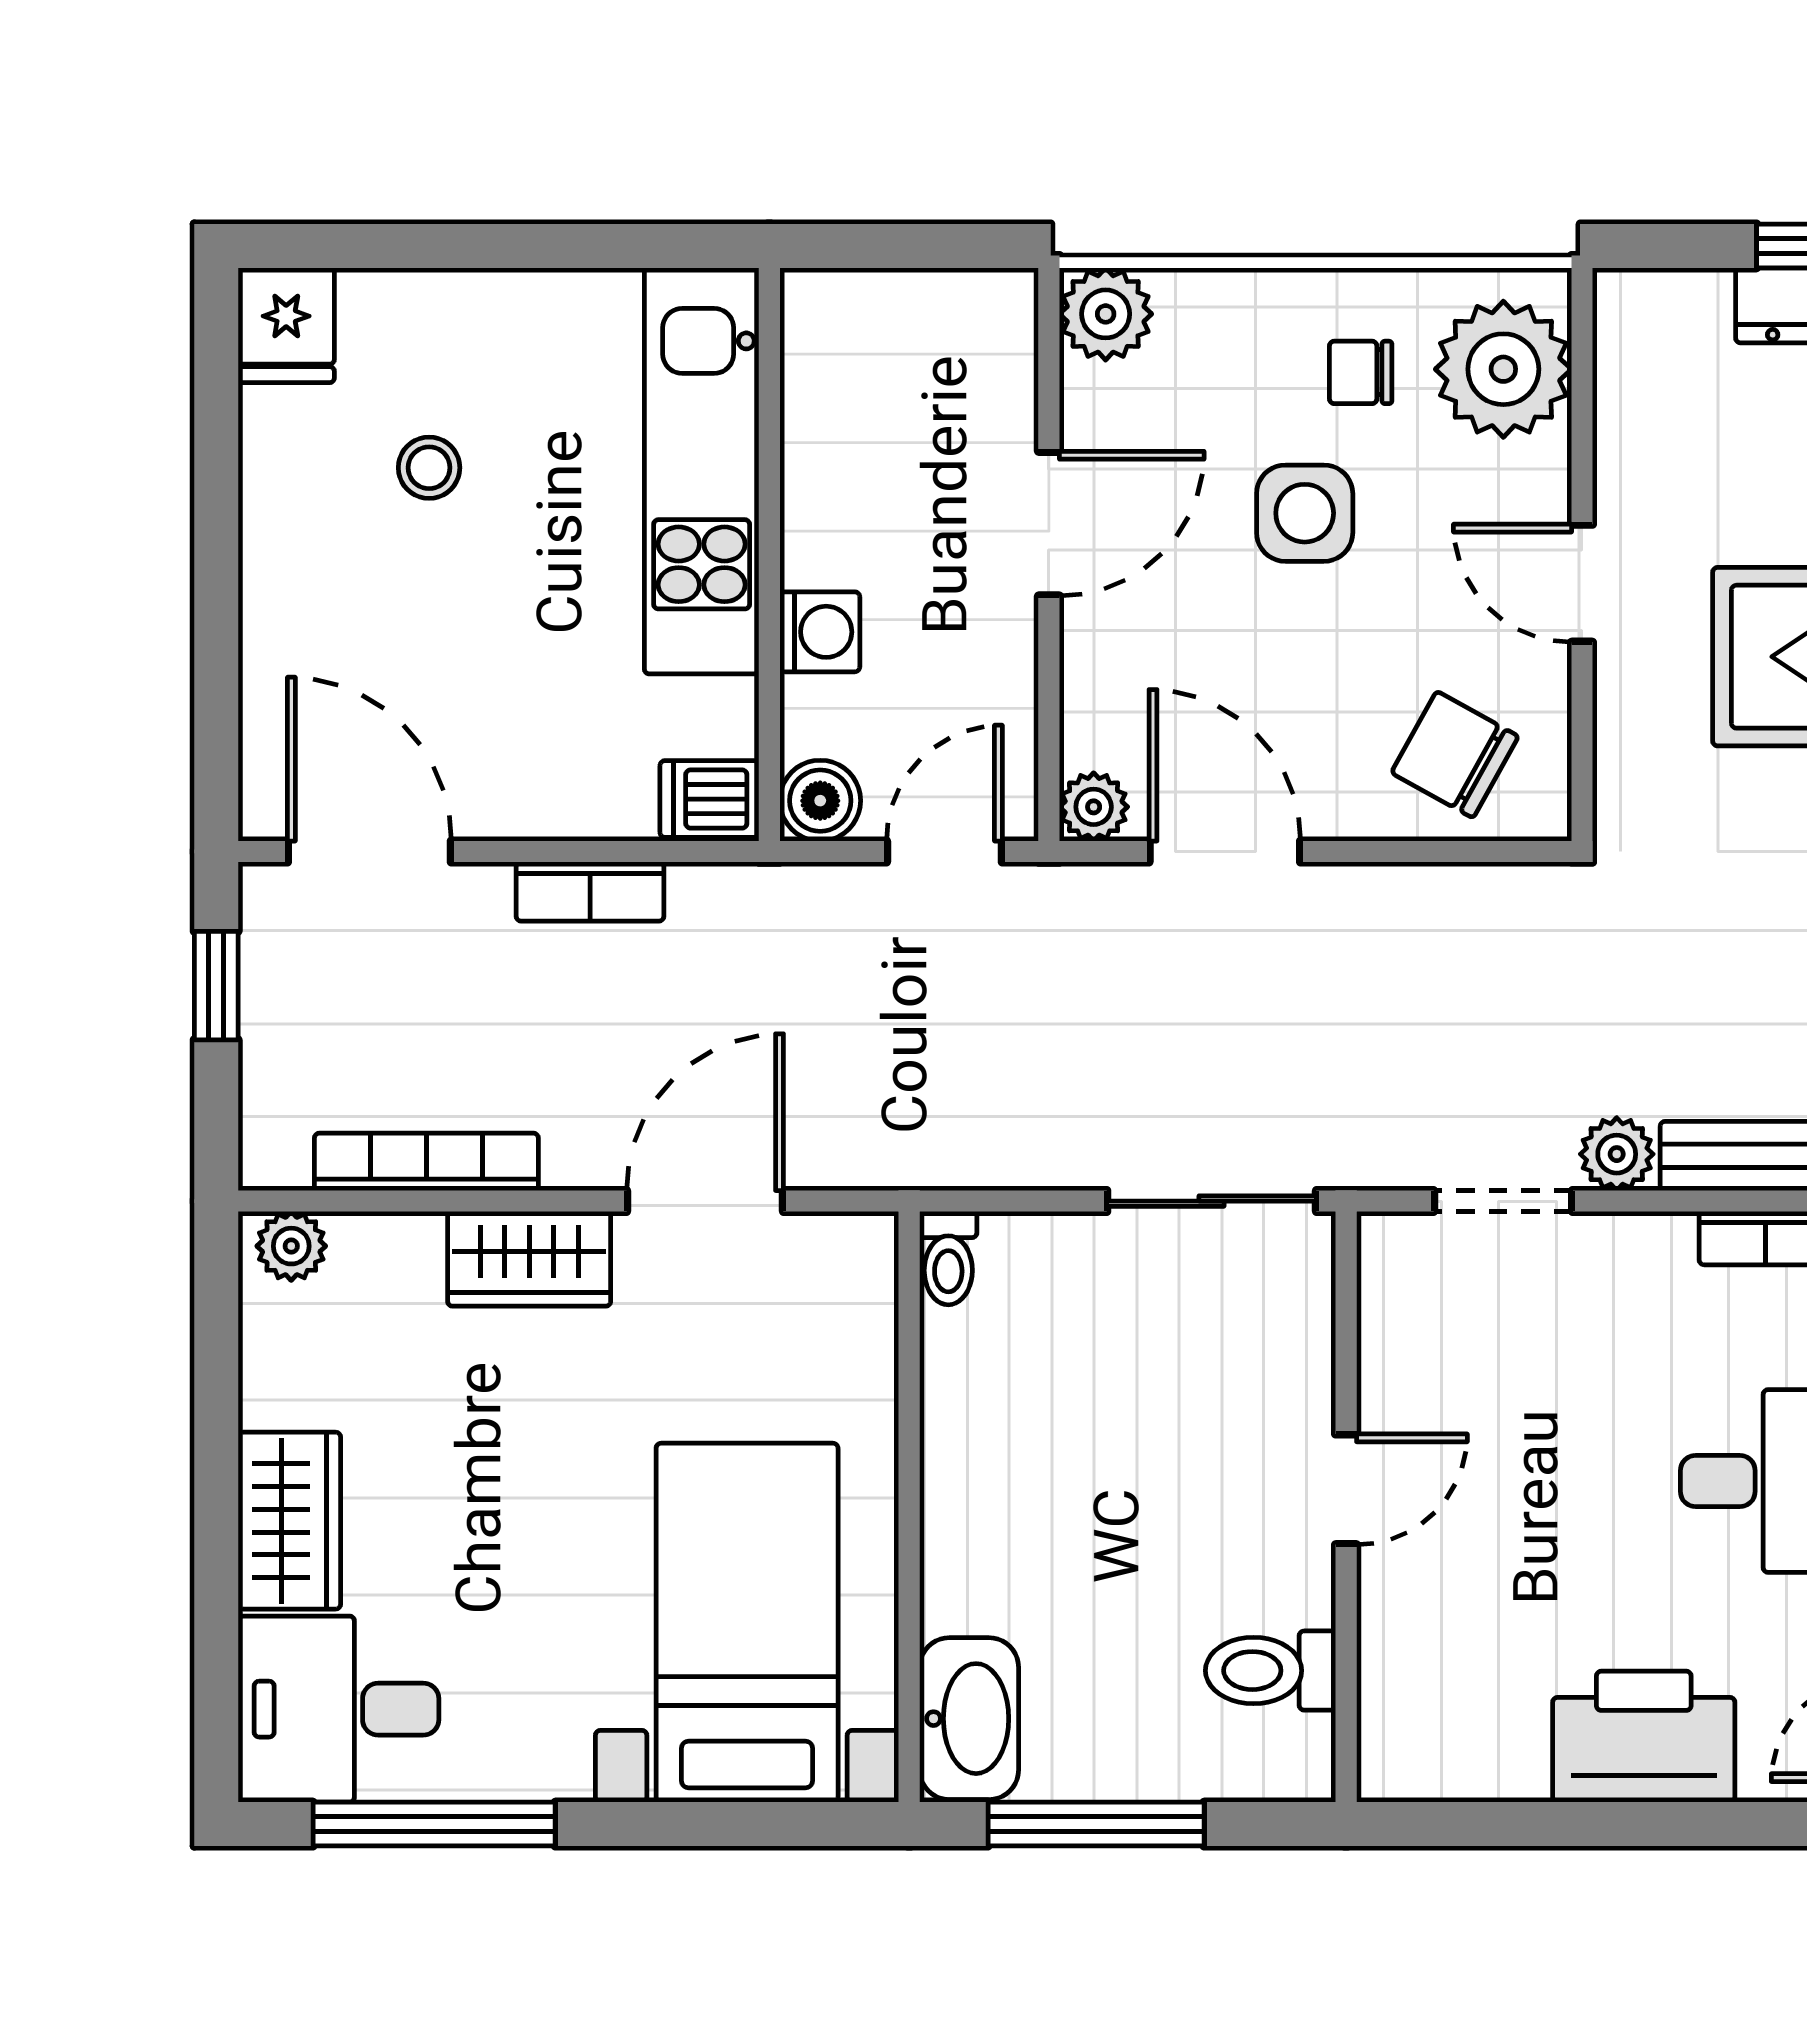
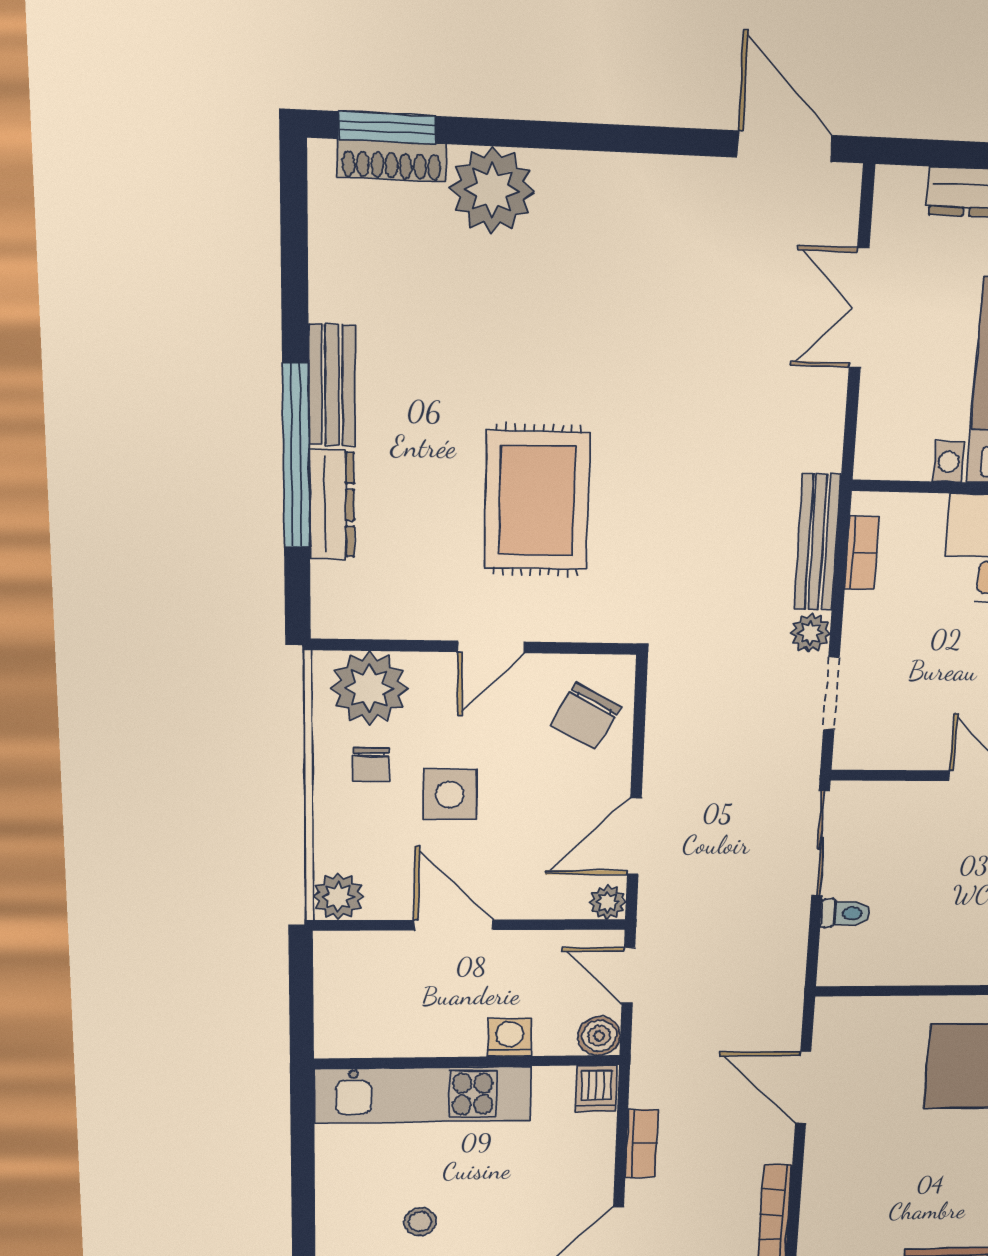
toilet: (948, 1258) -> (845, 913), moved
wardrobe: (529, 1259) -> (826, 1168), removed

